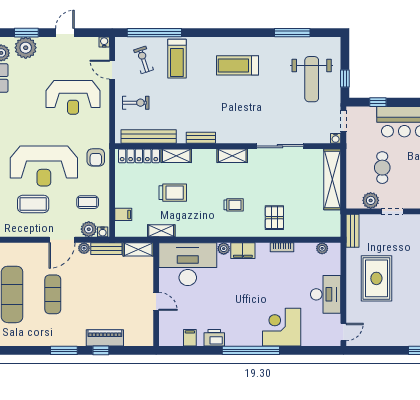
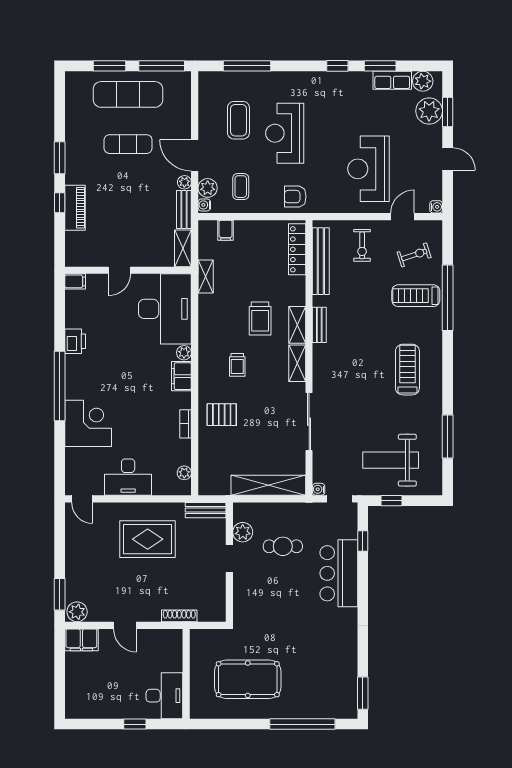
window: (154, 33) -> (448, 298), moved
shelving: (176, 156) -> (297, 325), moved
reception desk: (44, 166) -> (285, 133), width x0.74, depth x0.77
trolley: (173, 193) -> (260, 318), moved
filing cabinet: (190, 338) -> (75, 281), moved

